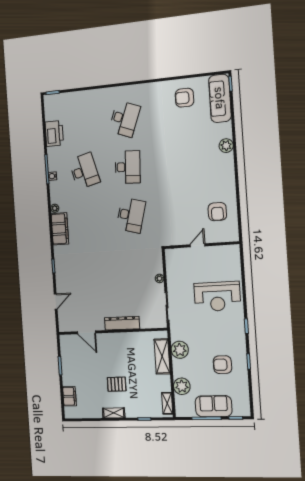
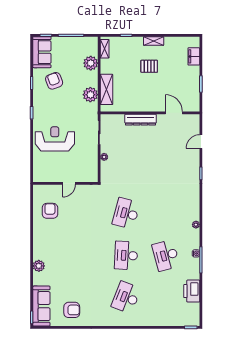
filing cabinet: (60, 229) -> (192, 206), removed
armchair: (223, 365) -> (54, 81), turned -110
sofa: (214, 406) -> (42, 52), moved, turned -90

